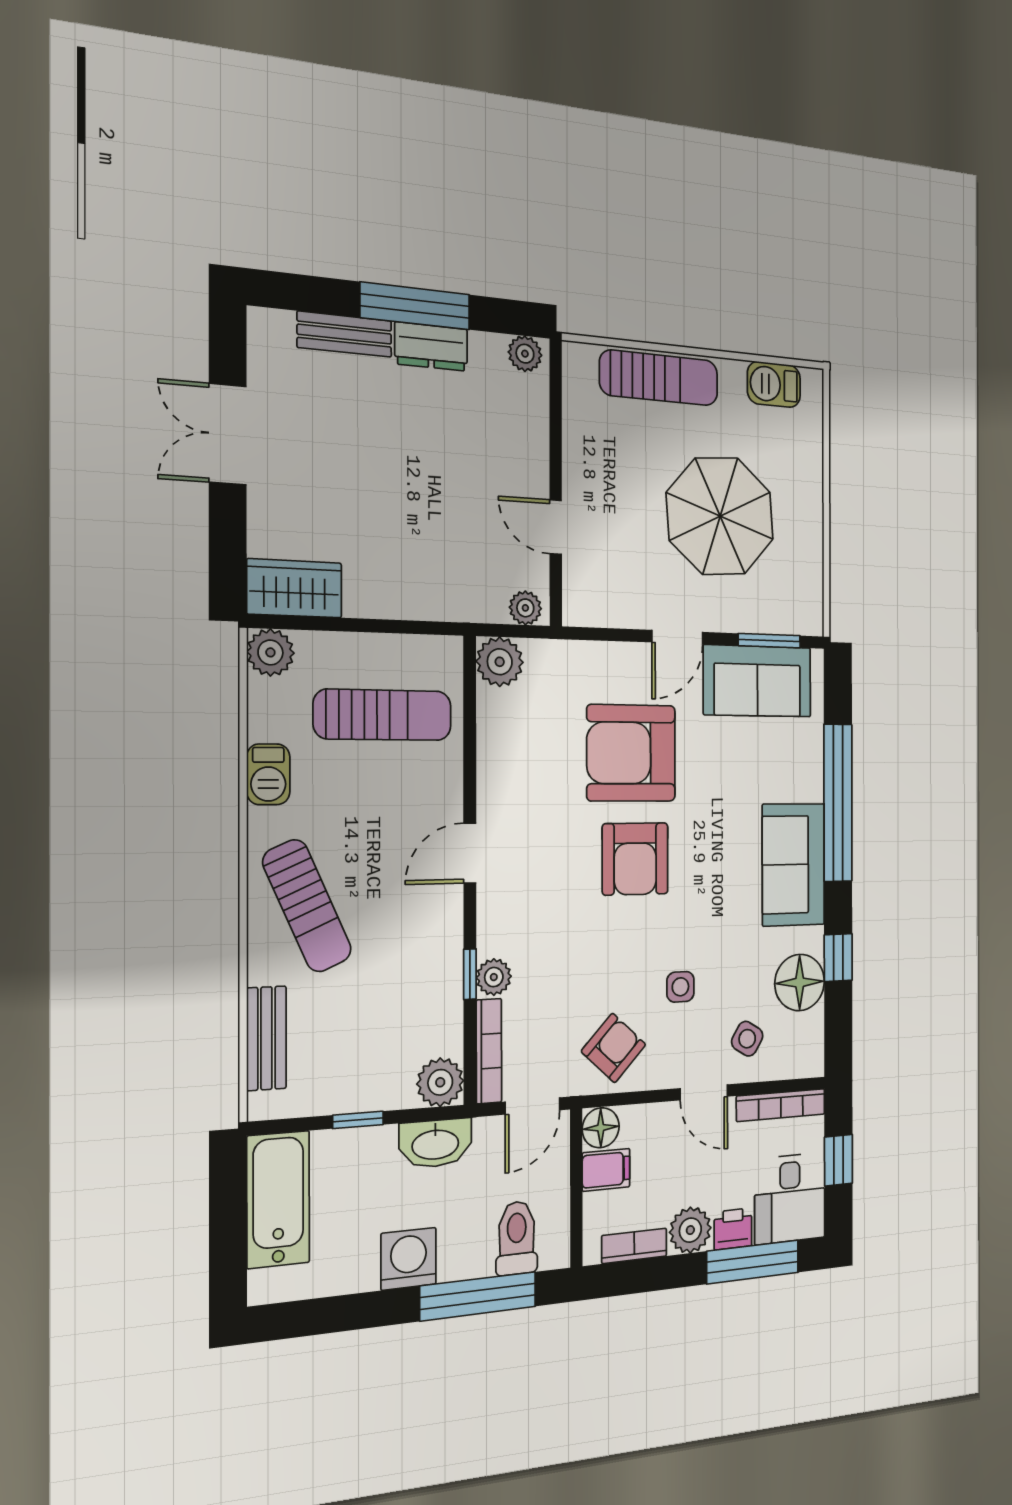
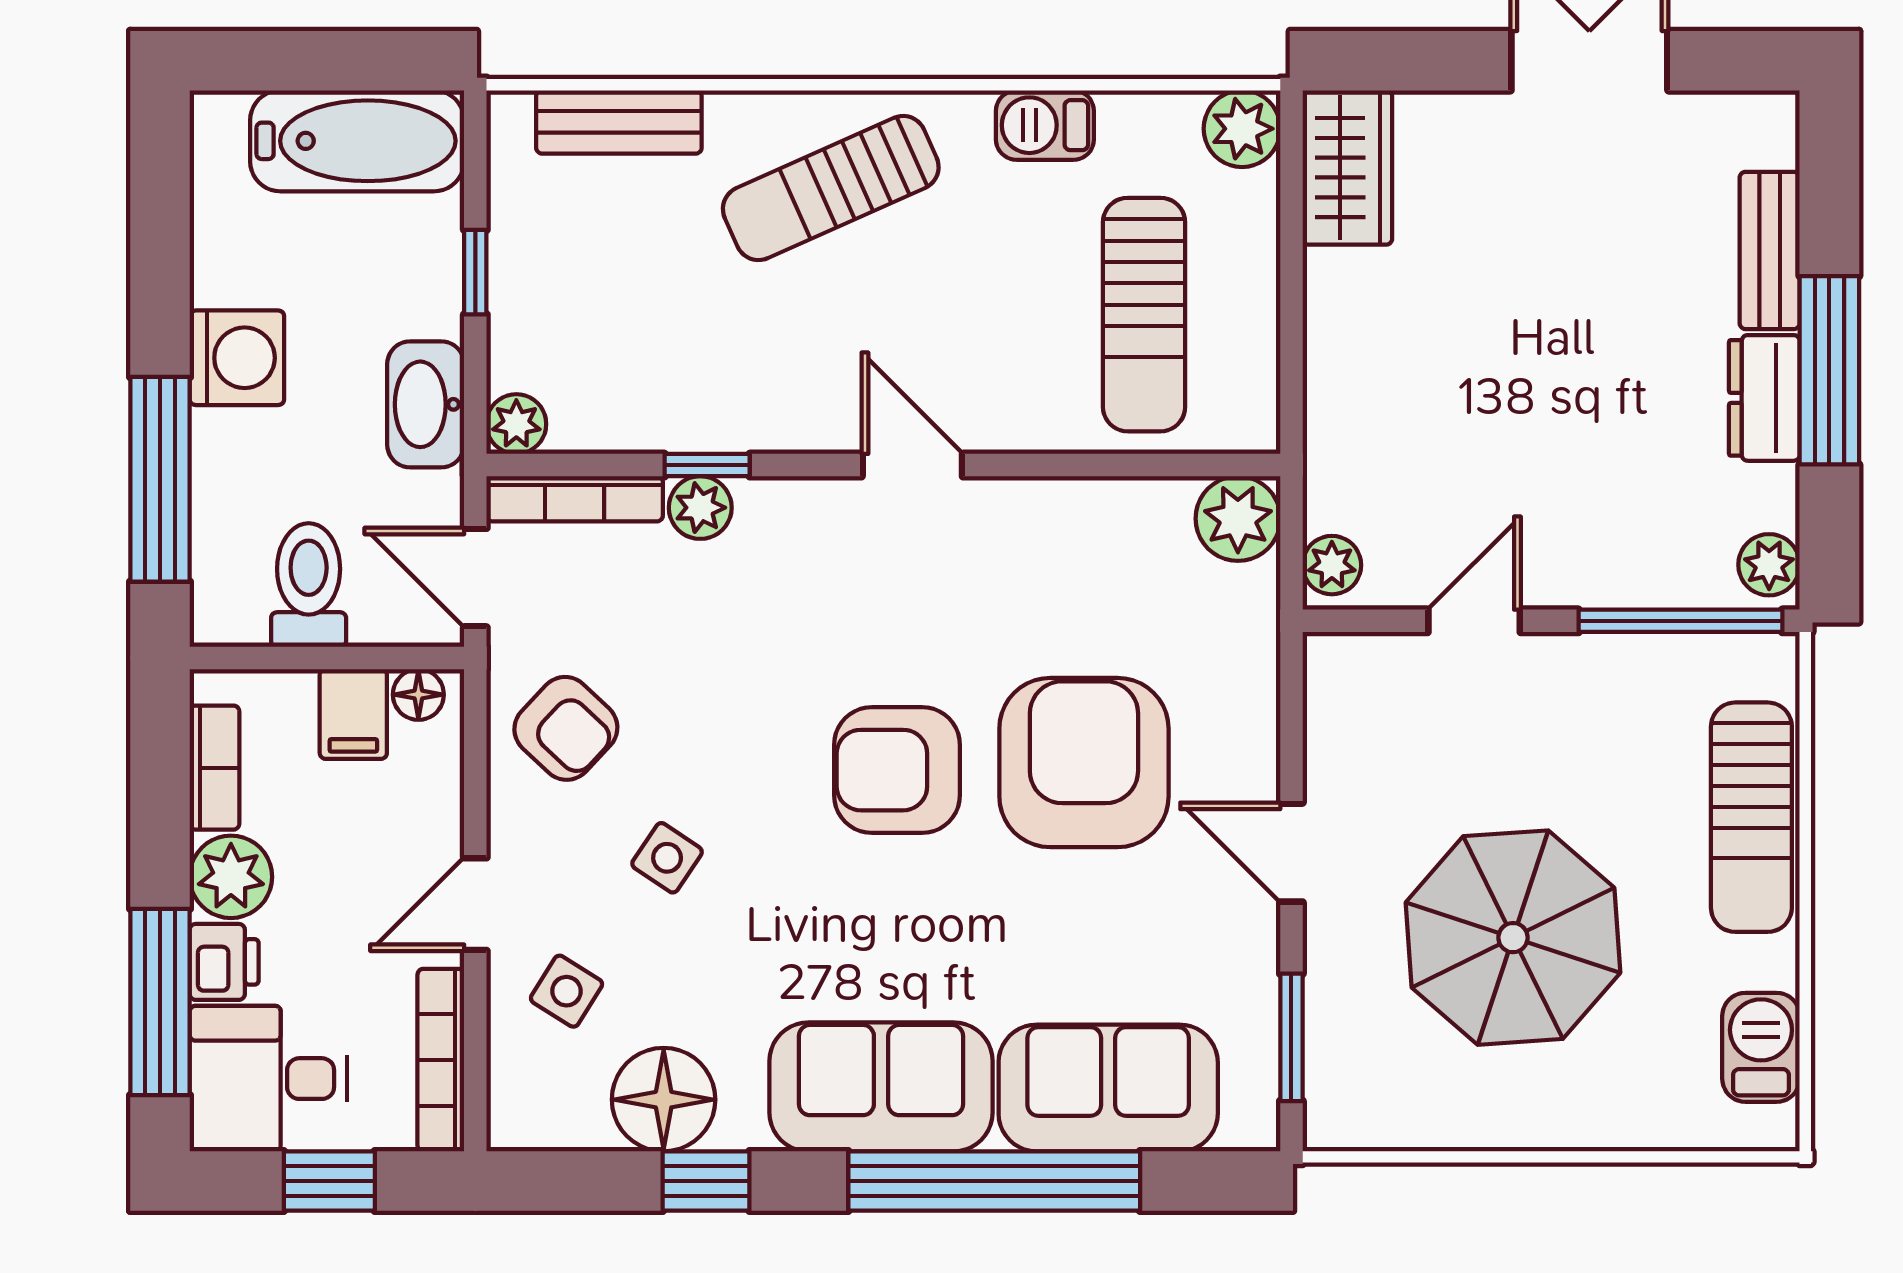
window: (556, 408) -> (1680, 621), added
sofa: (757, 681) -> (1108, 1088), moved, turned 90
side table: (680, 987) -> (667, 858), turned 34
plant: (440, 1082) -> (516, 424), width x0.73, depth x0.73
floor lamp: (601, 1128) -> (418, 695), width x0.73, depth x0.73
toilet: (517, 1238) -> (309, 585), moved, turned -90

